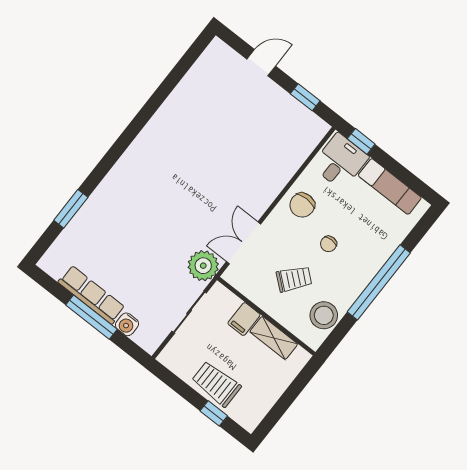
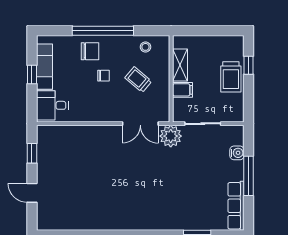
window: (361, 141) -> (32, 74), moved
chair: (302, 205) -> (90, 51), moved
row of seats: (92, 295) -> (236, 206), moved
stool: (324, 315) -> (145, 47), width x0.53, depth x0.53

